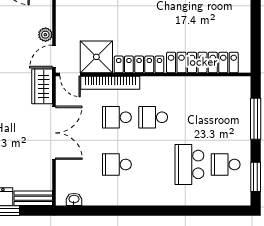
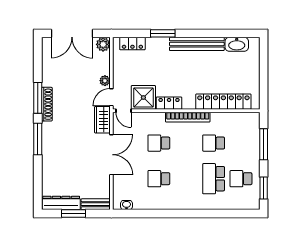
locker: (139, 64) -> (169, 103), width x0.66
bookcase: (110, 83) -> (188, 117), moved
school desk: (153, 117) -> (214, 143), moved

